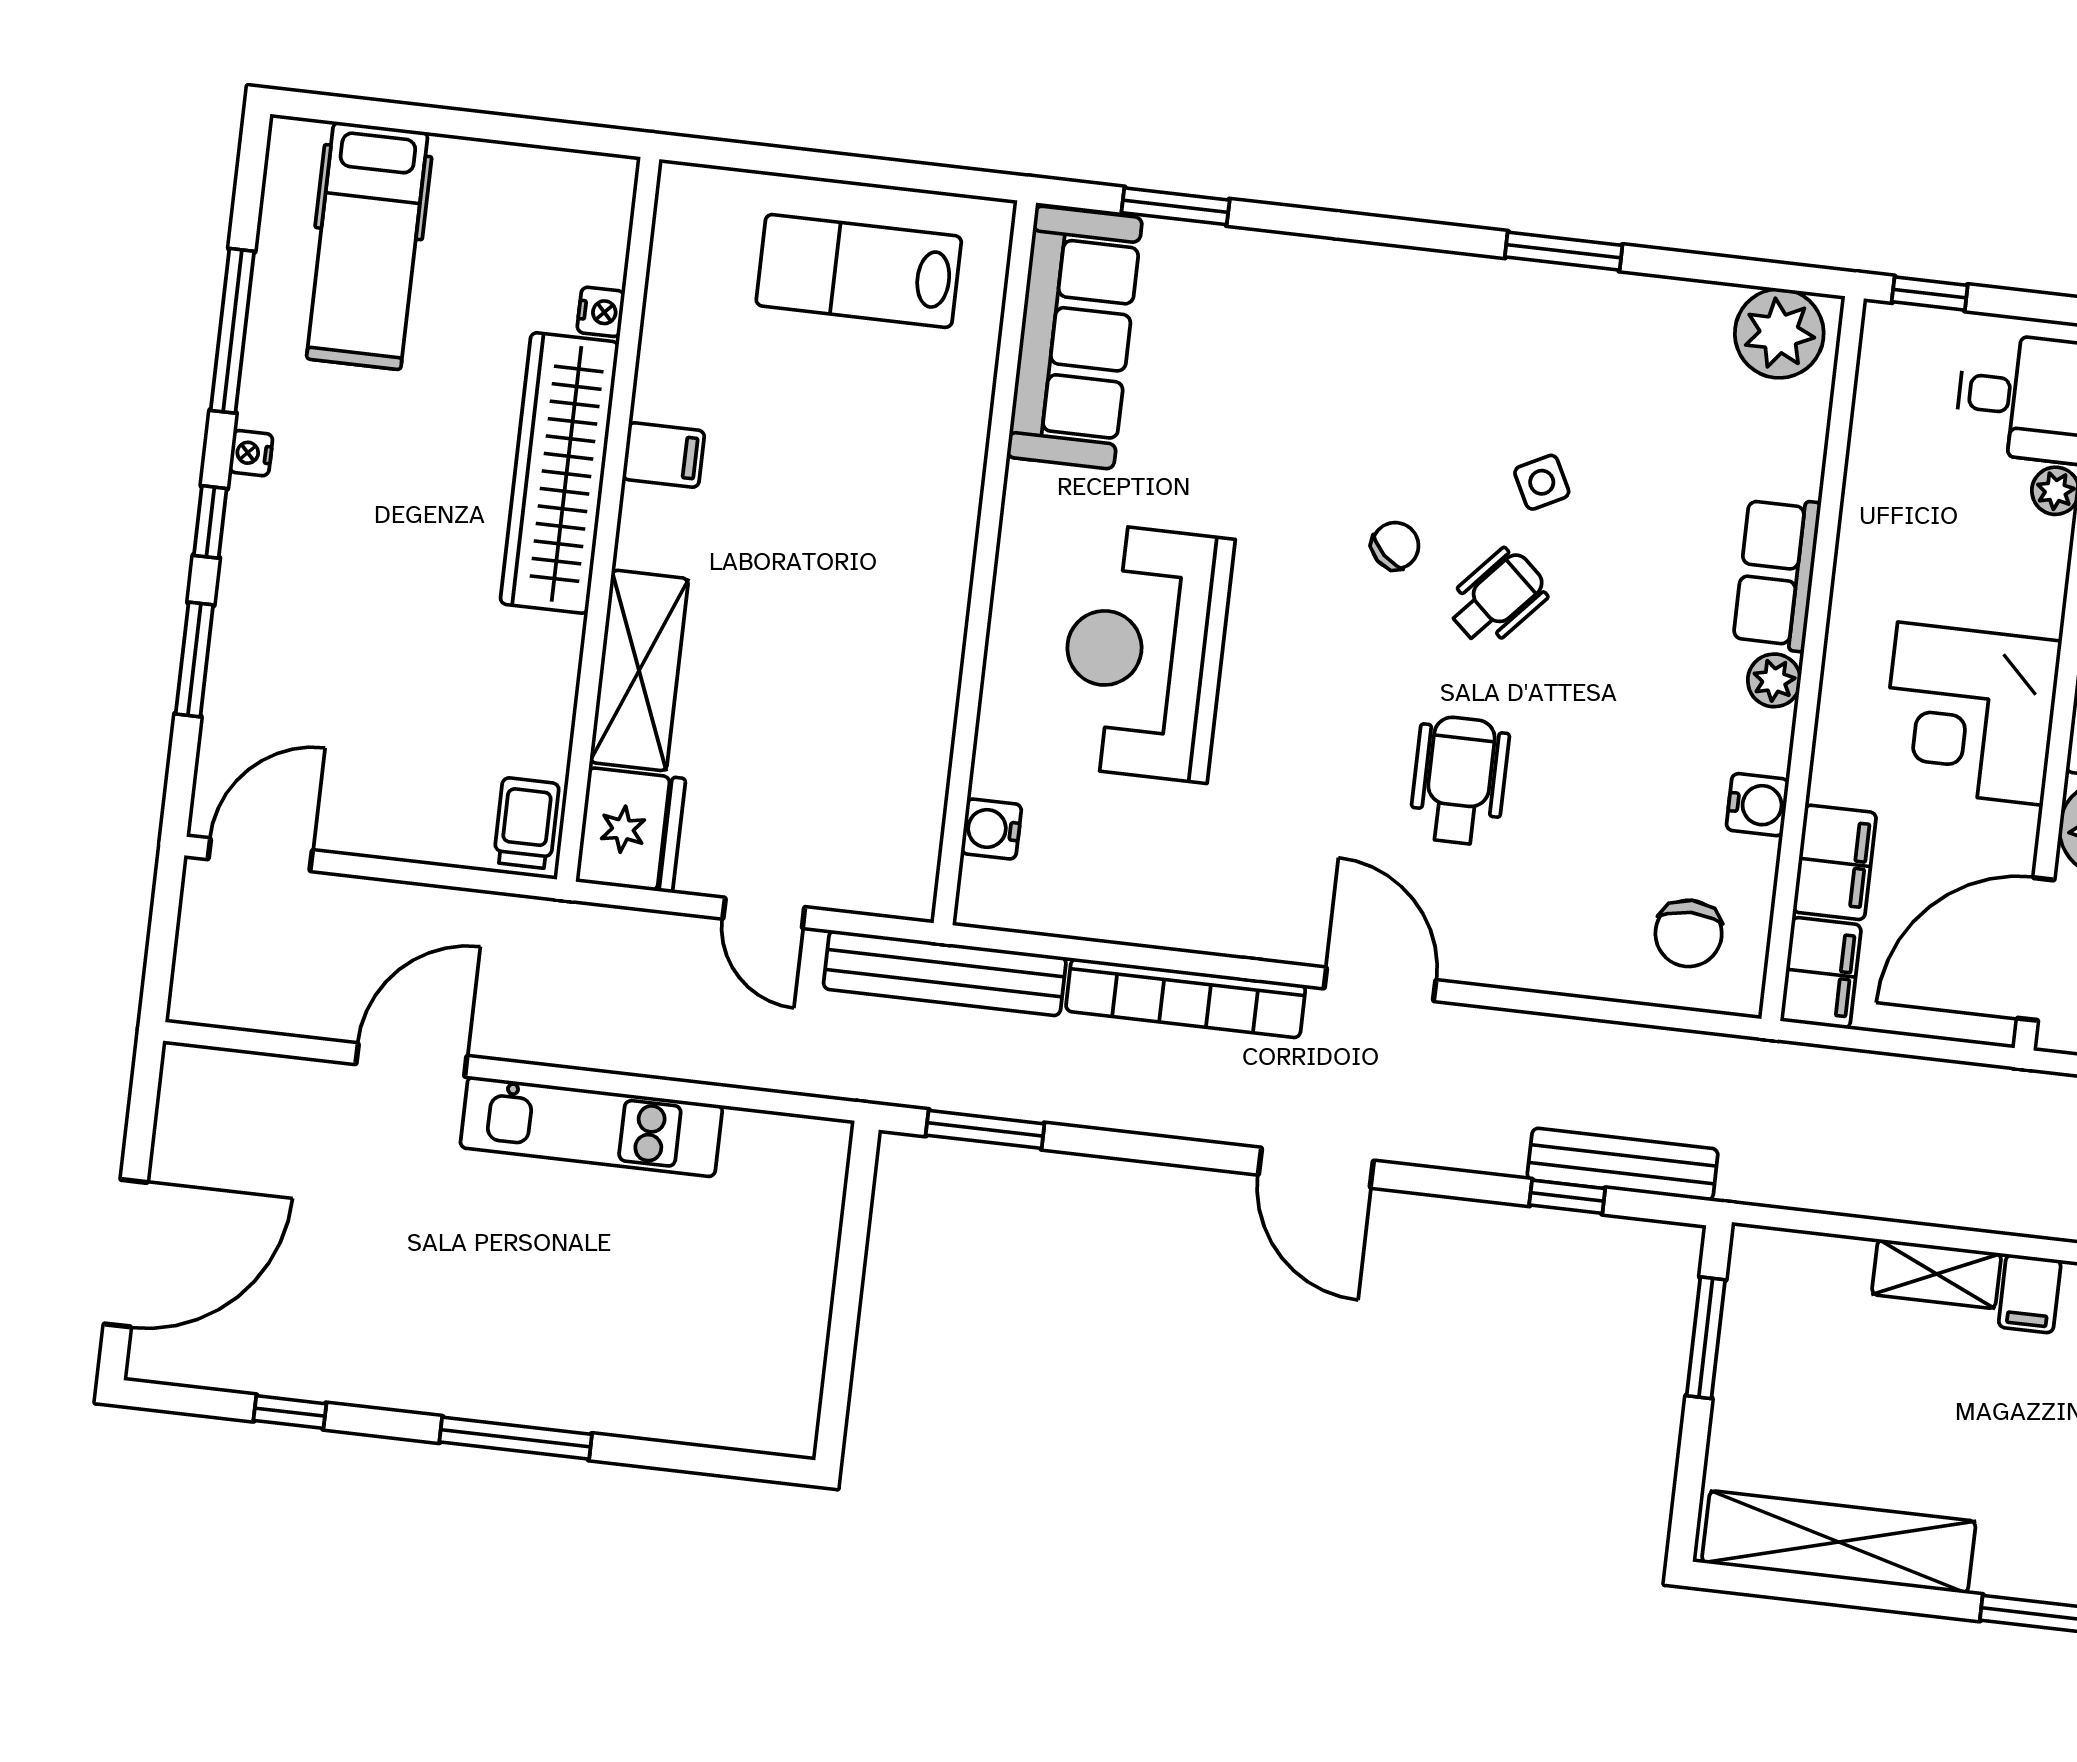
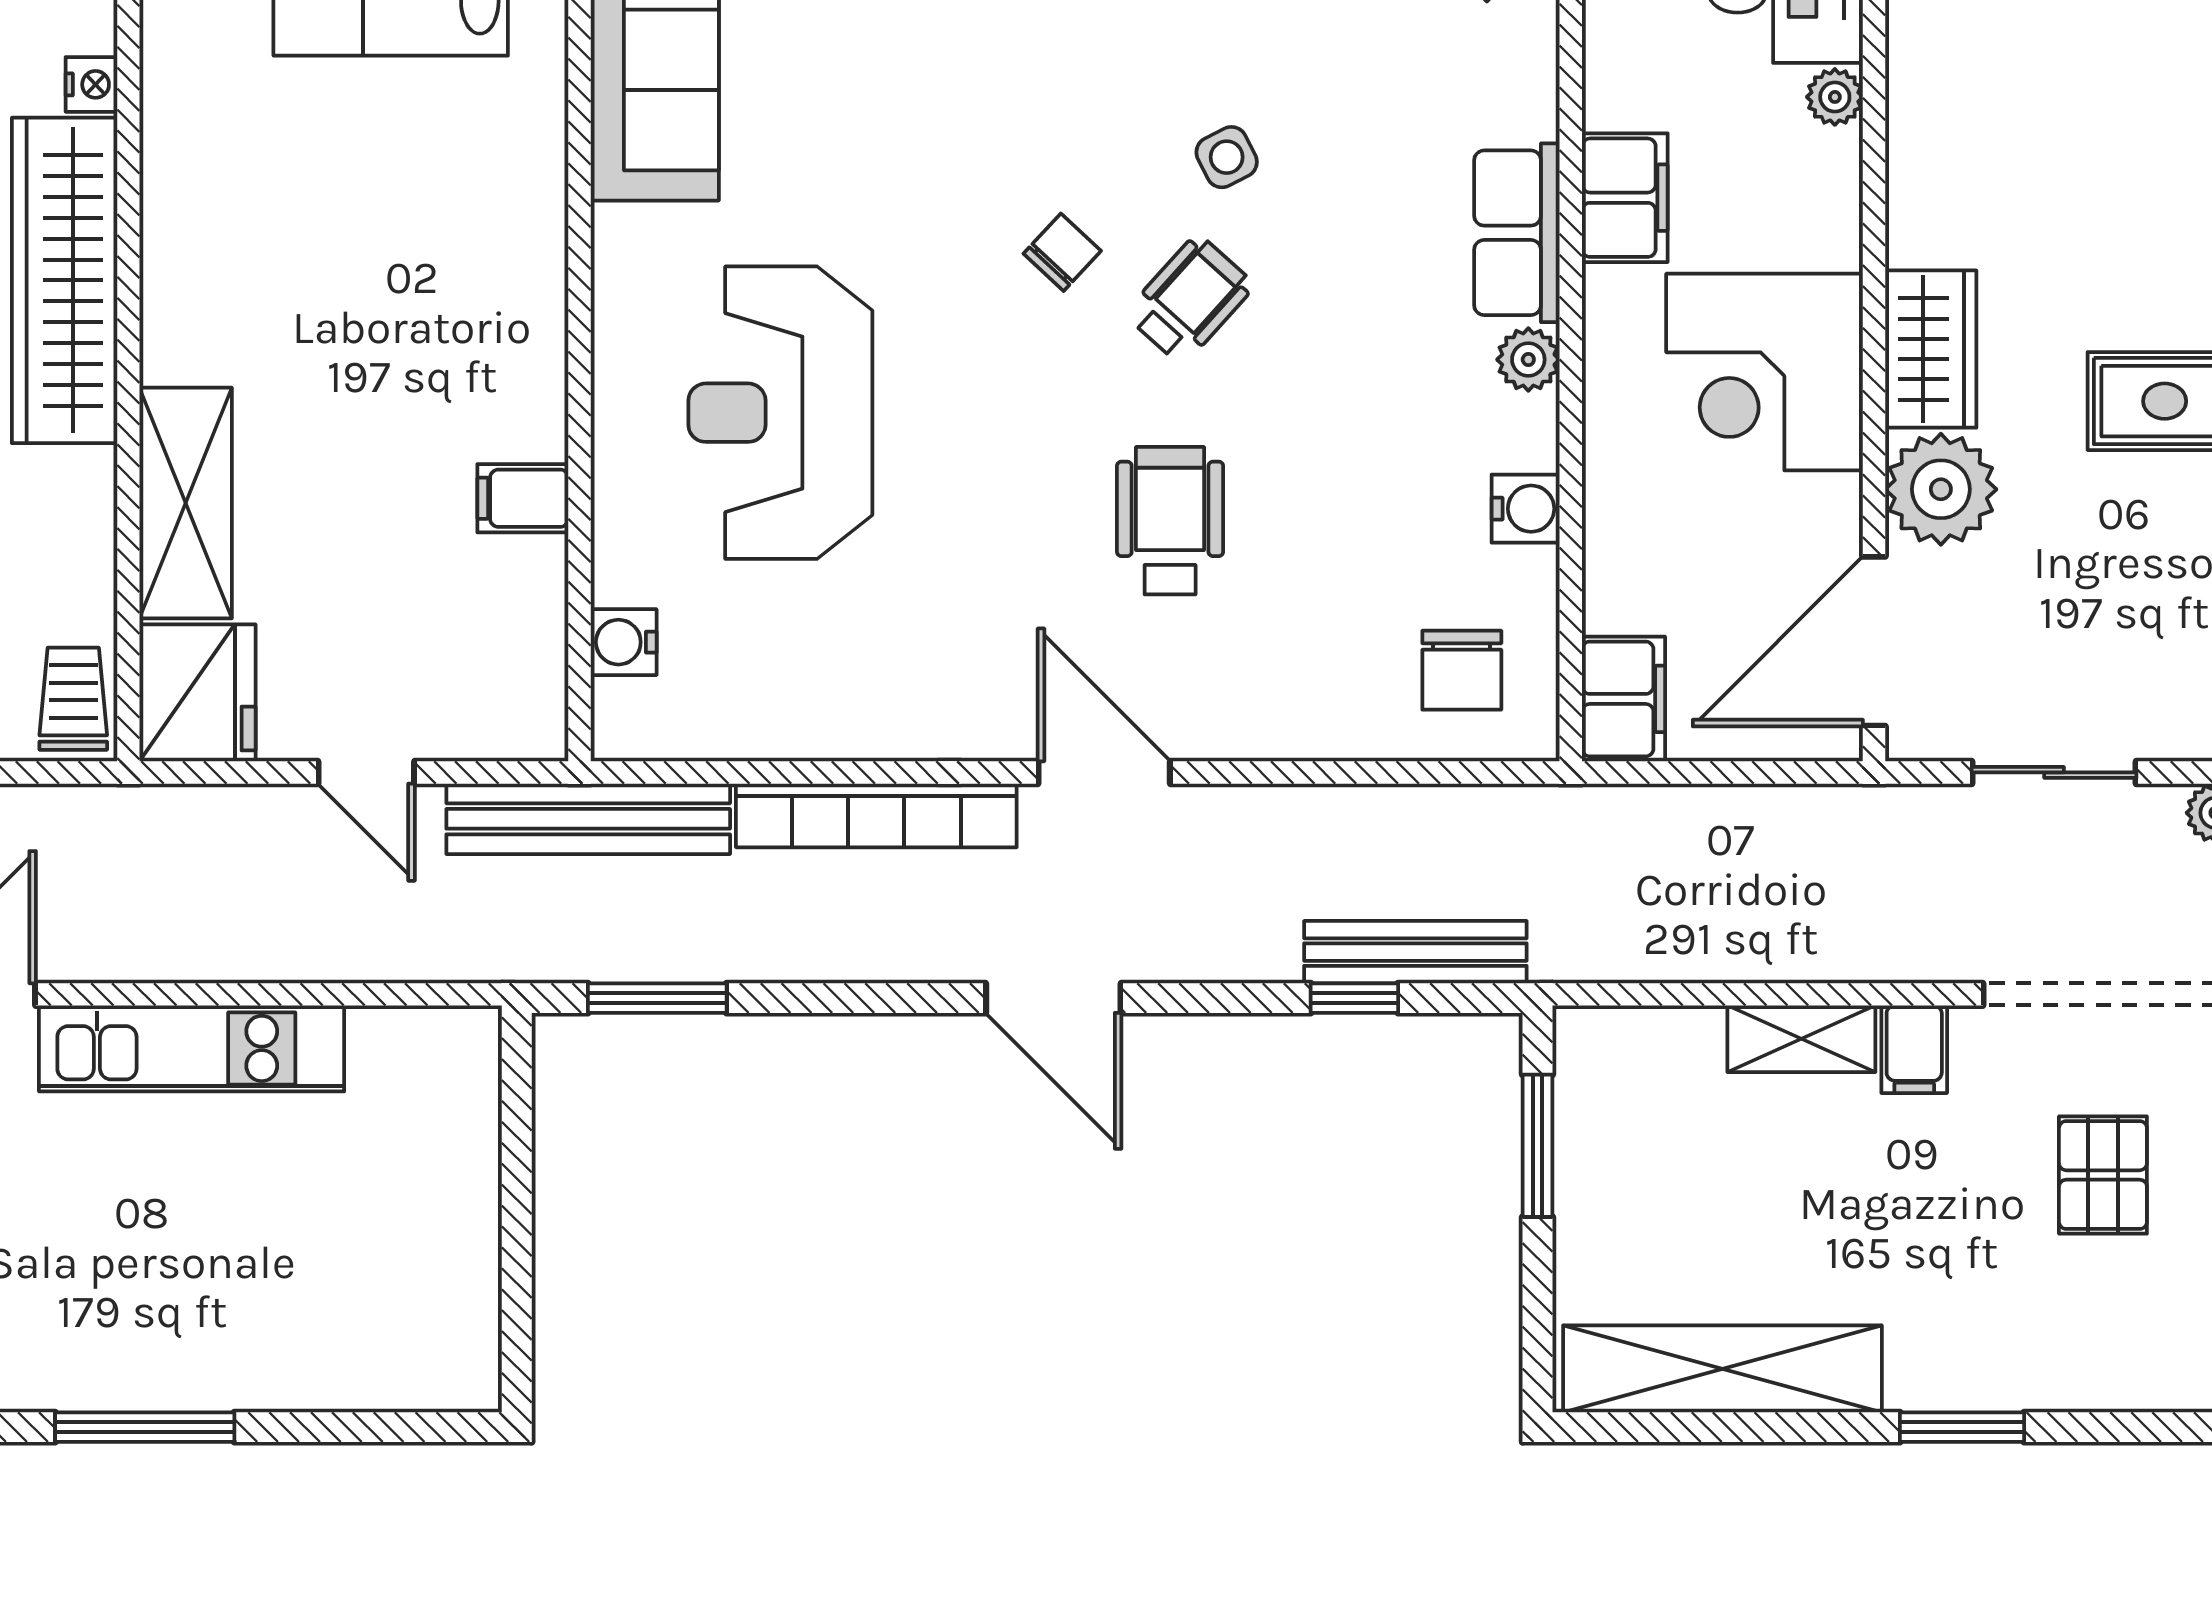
filing cabinet: (664, 455) -> (523, 498), moved, turned 180
filing cabinet: (1835, 862) -> (1625, 198), moved

